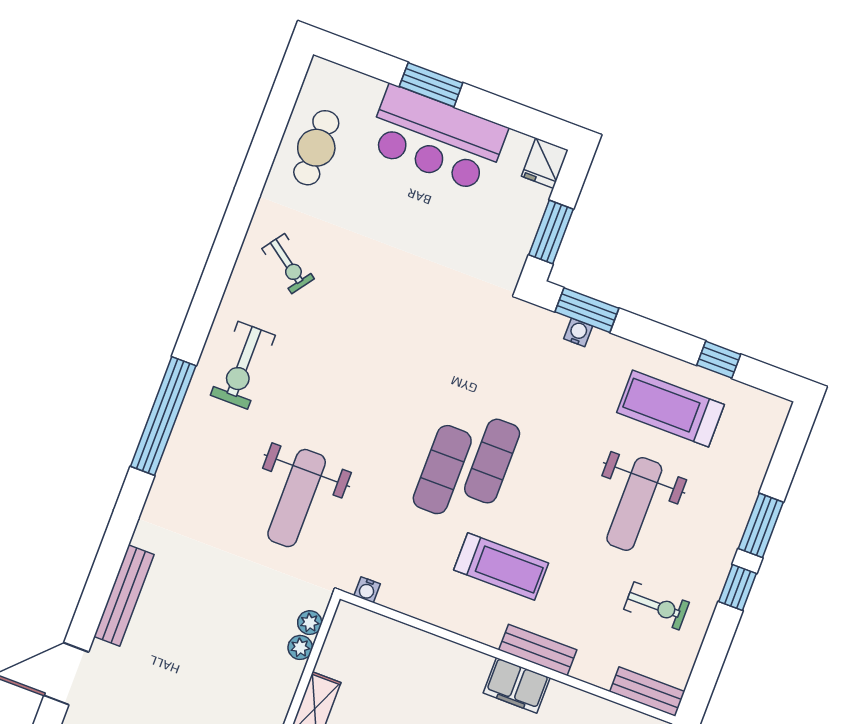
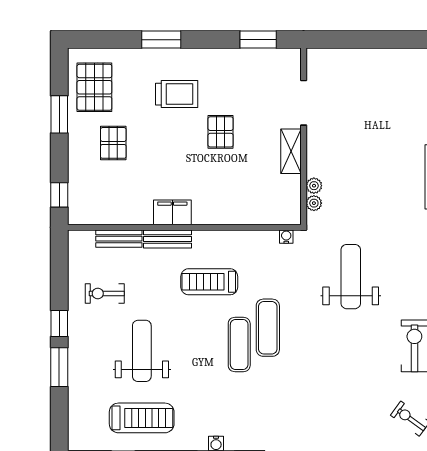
bench: (647, 692) -> (119, 239), moved

